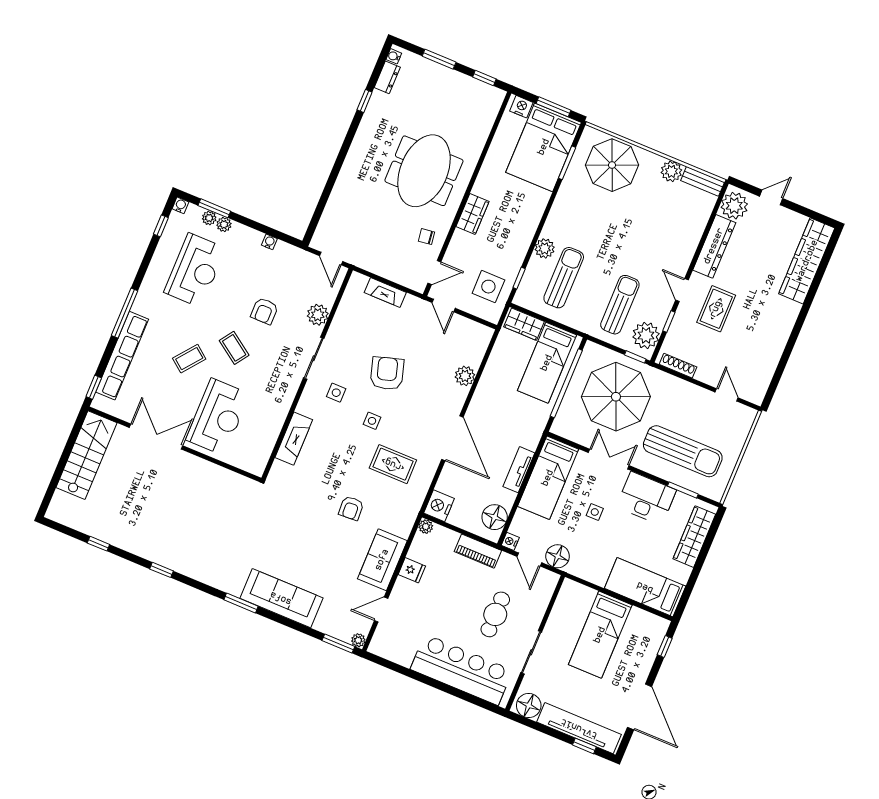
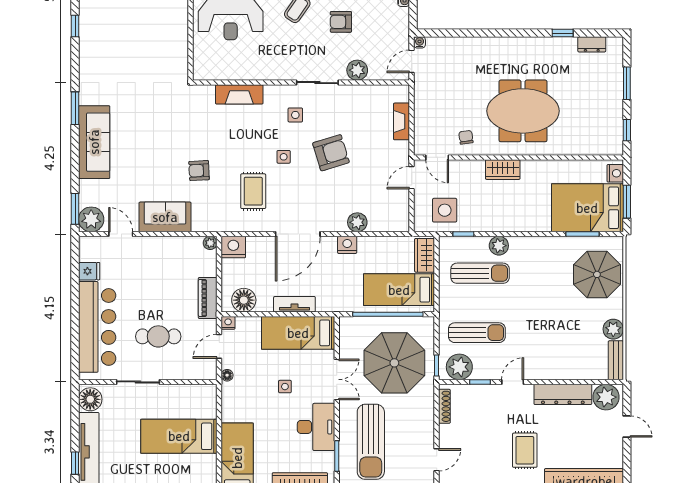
water cooler: (394, 56) -> (420, 42), moved
rug: (716, 309) -> (525, 450), moved, turned 90
nightstand: (483, 395) -> (347, 245), added
floor lamp: (558, 556) -> (227, 375), width x0.53, depth x0.53
fridge: (412, 570) -> (89, 271), moved, turned -90
plant: (358, 640) -> (91, 219), width x1.88, depth x1.88

